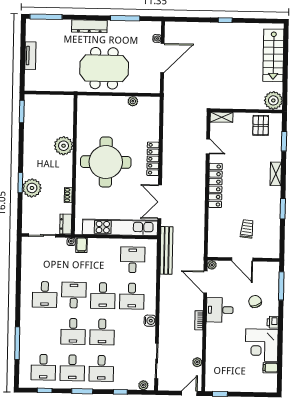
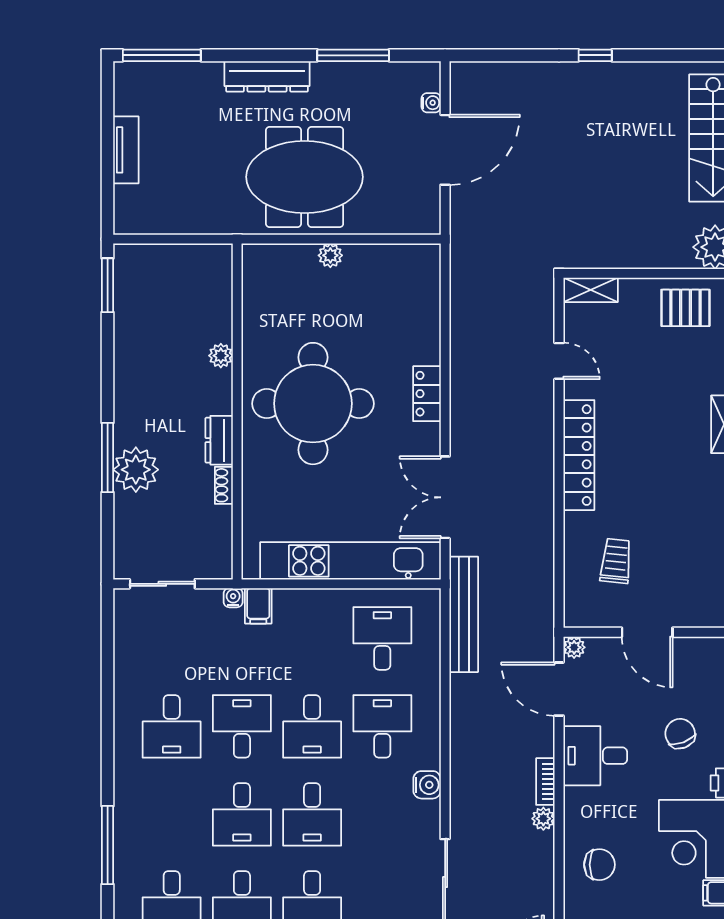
plant: (133, 101) -> (330, 255), moved
pallet: (261, 125) -> (685, 308), turned 90
plant: (64, 146) -> (221, 356), width x0.53, depth x0.53
locker: (153, 159) -> (427, 394), width x0.66
window: (20, 183) -> (108, 458), width x1.44
dresser: (66, 224) -> (219, 440), moved
trolley: (247, 229) -> (616, 561), moved
desk: (132, 296) -> (382, 726), turned 180
chair: (221, 355) -> (599, 865), added
plant: (197, 362) -> (543, 819), moved

